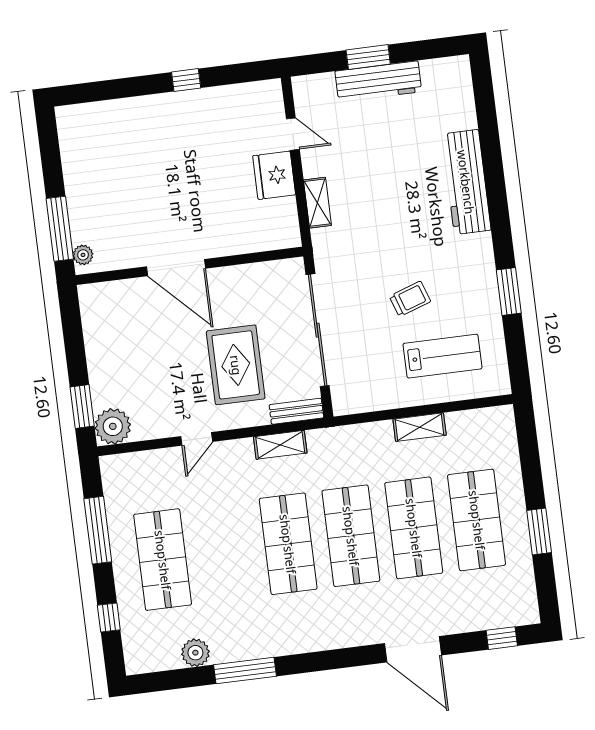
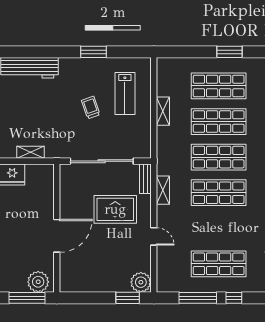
plant: (83, 255) -> (38, 282), width x1.87, depth x1.87
lab bench: (442, 356) -> (125, 93), turned 180
window: (109, 618) -> (234, 298), moved

